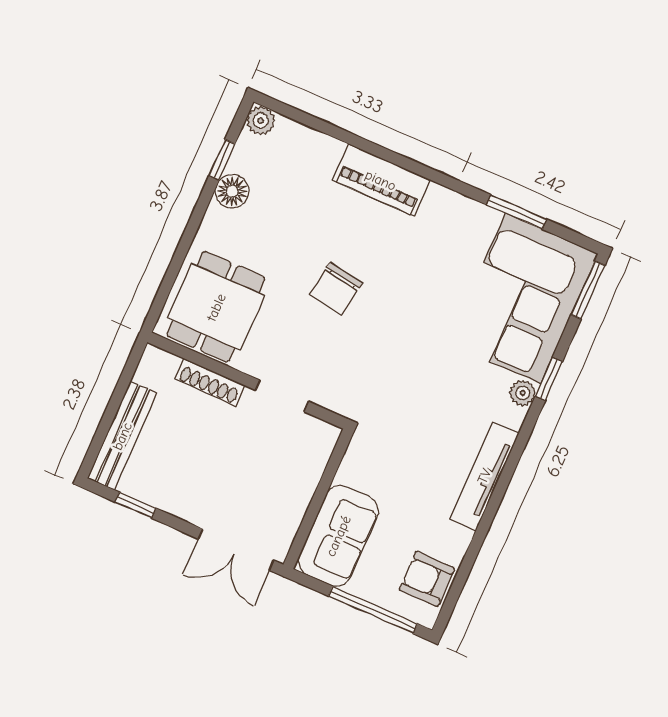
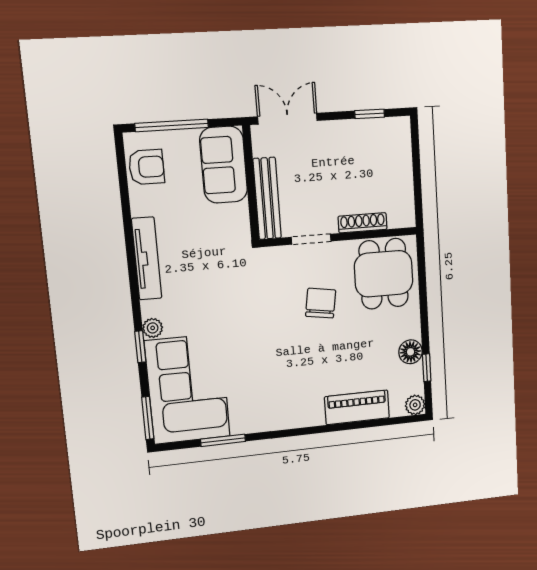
piano: (381, 180) -> (357, 407), moved
chair: (336, 289) -> (321, 303), moved
bench: (122, 436) -> (267, 198), moved

